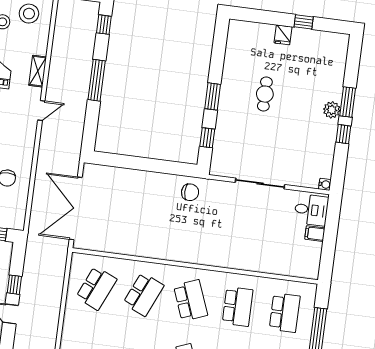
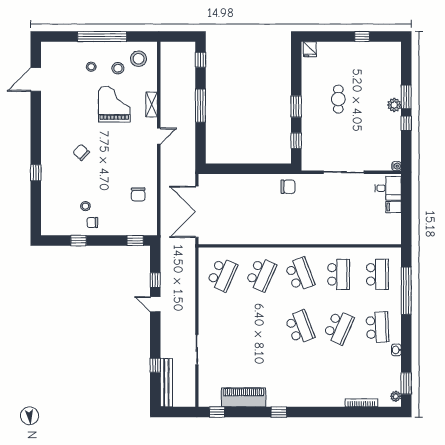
fridge: (283, 35) -> (310, 49), moved

